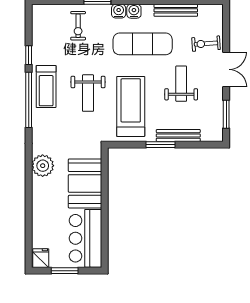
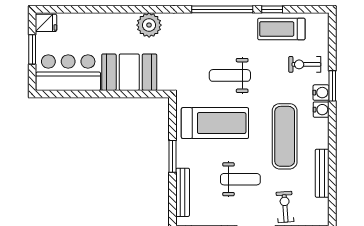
water cooler: (134, 11) -> (321, 93), moved
treadmill: (46, 86) -> (281, 29), moved
bench: (178, 135) -> (183, 192), moved

